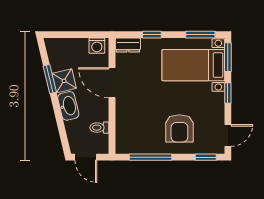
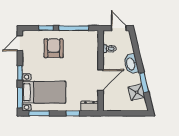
washing machine: (97, 46) -> (111, 106), removed
shower: (64, 81) -> (137, 92), moved
door: (112, 83) -> (101, 80), hinge flipped
window: (206, 157) -> (46, 28), moved

